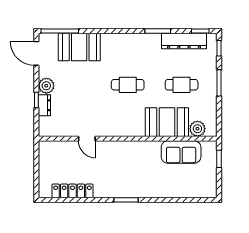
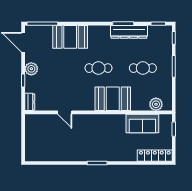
dresser: (184, 41) -> (129, 32), moved
booth: (79, 47) -> (70, 37), moved
dresser: (44, 105) -> (30, 102), moved
booth: (167, 122) -> (113, 99), moved
locker: (72, 191) -> (155, 156), moved

